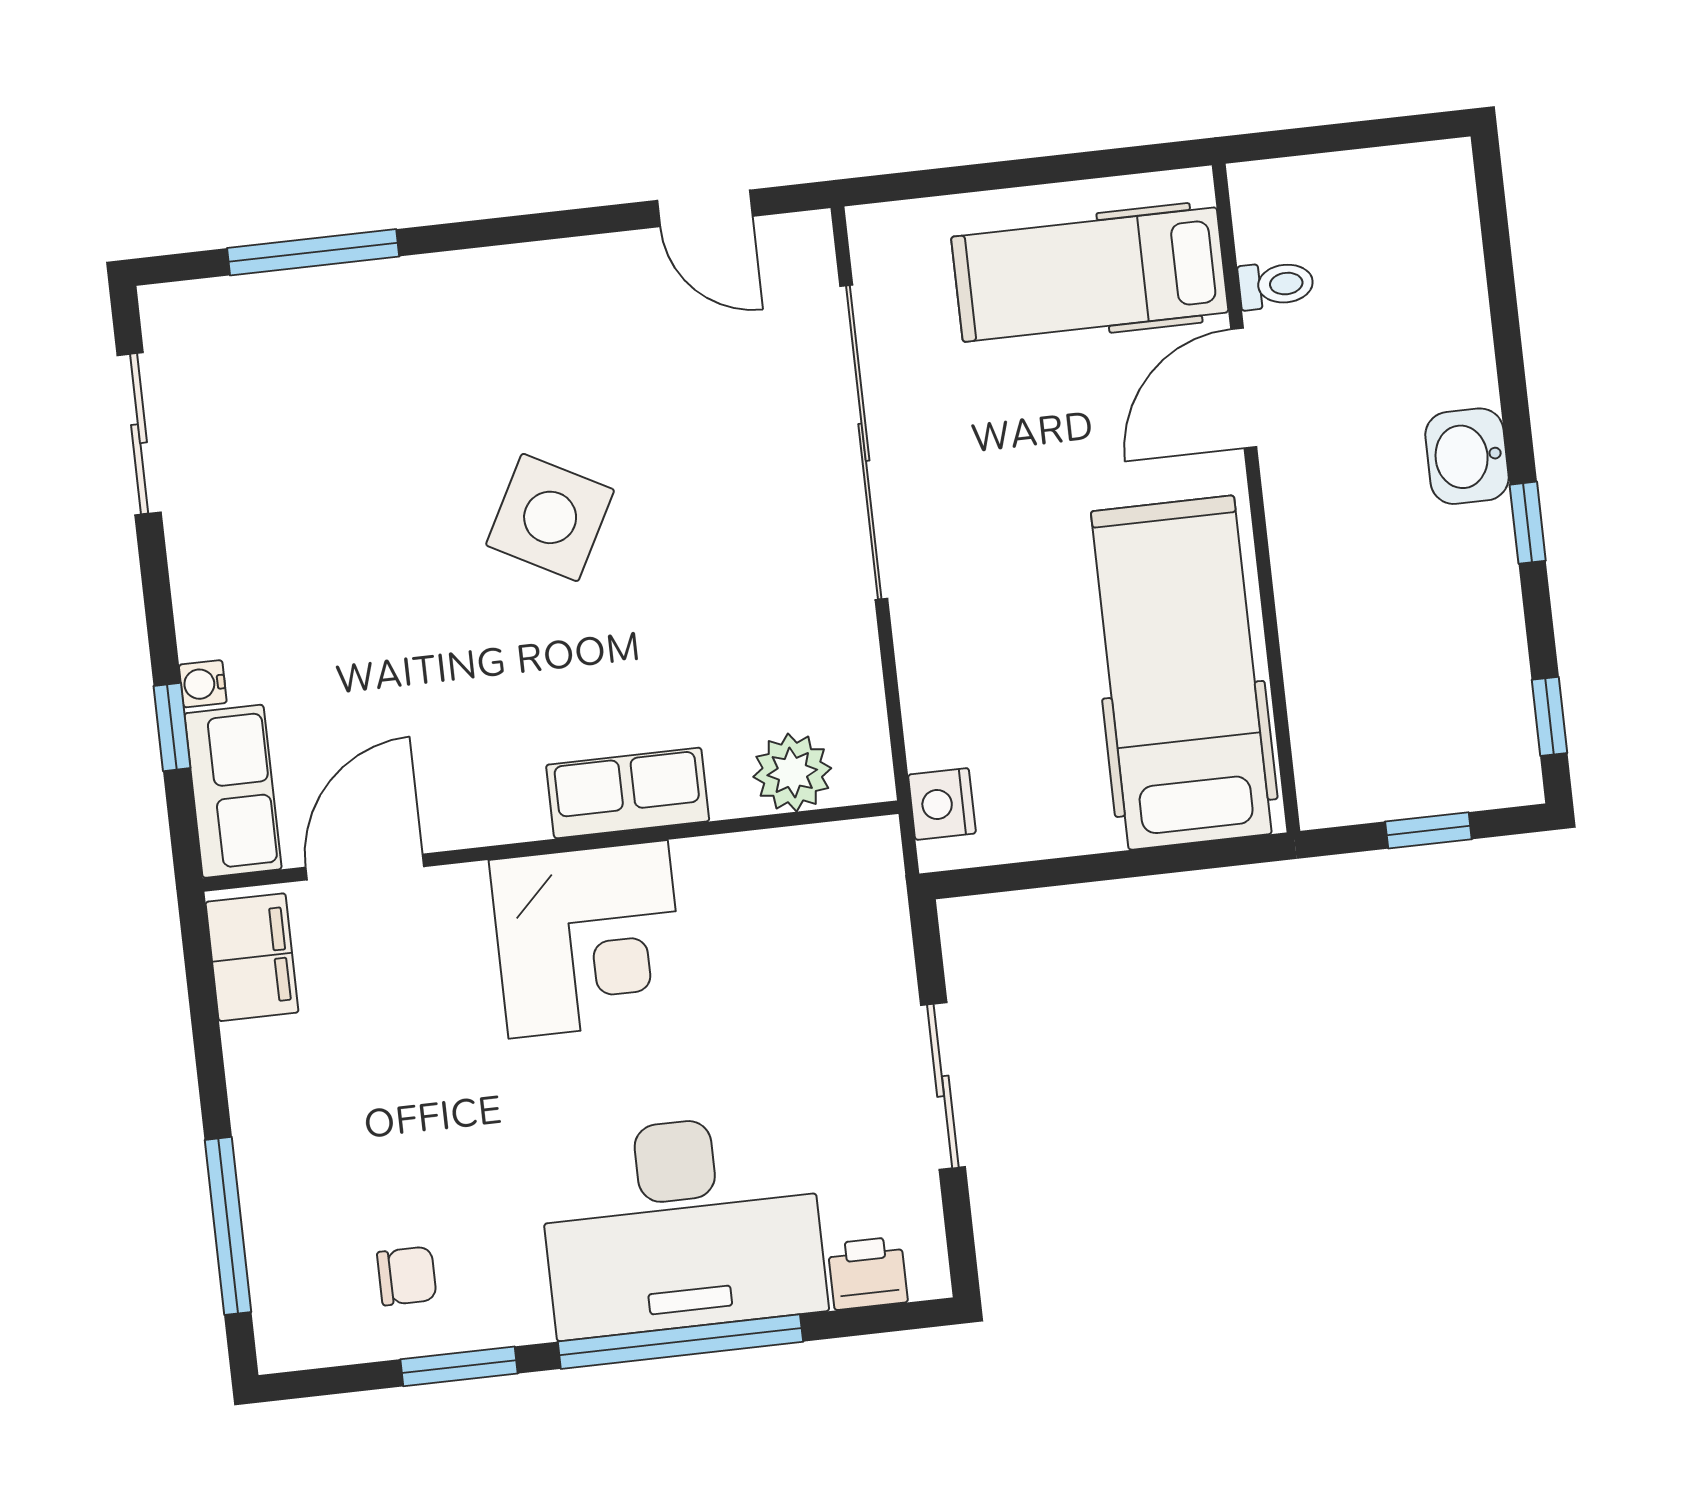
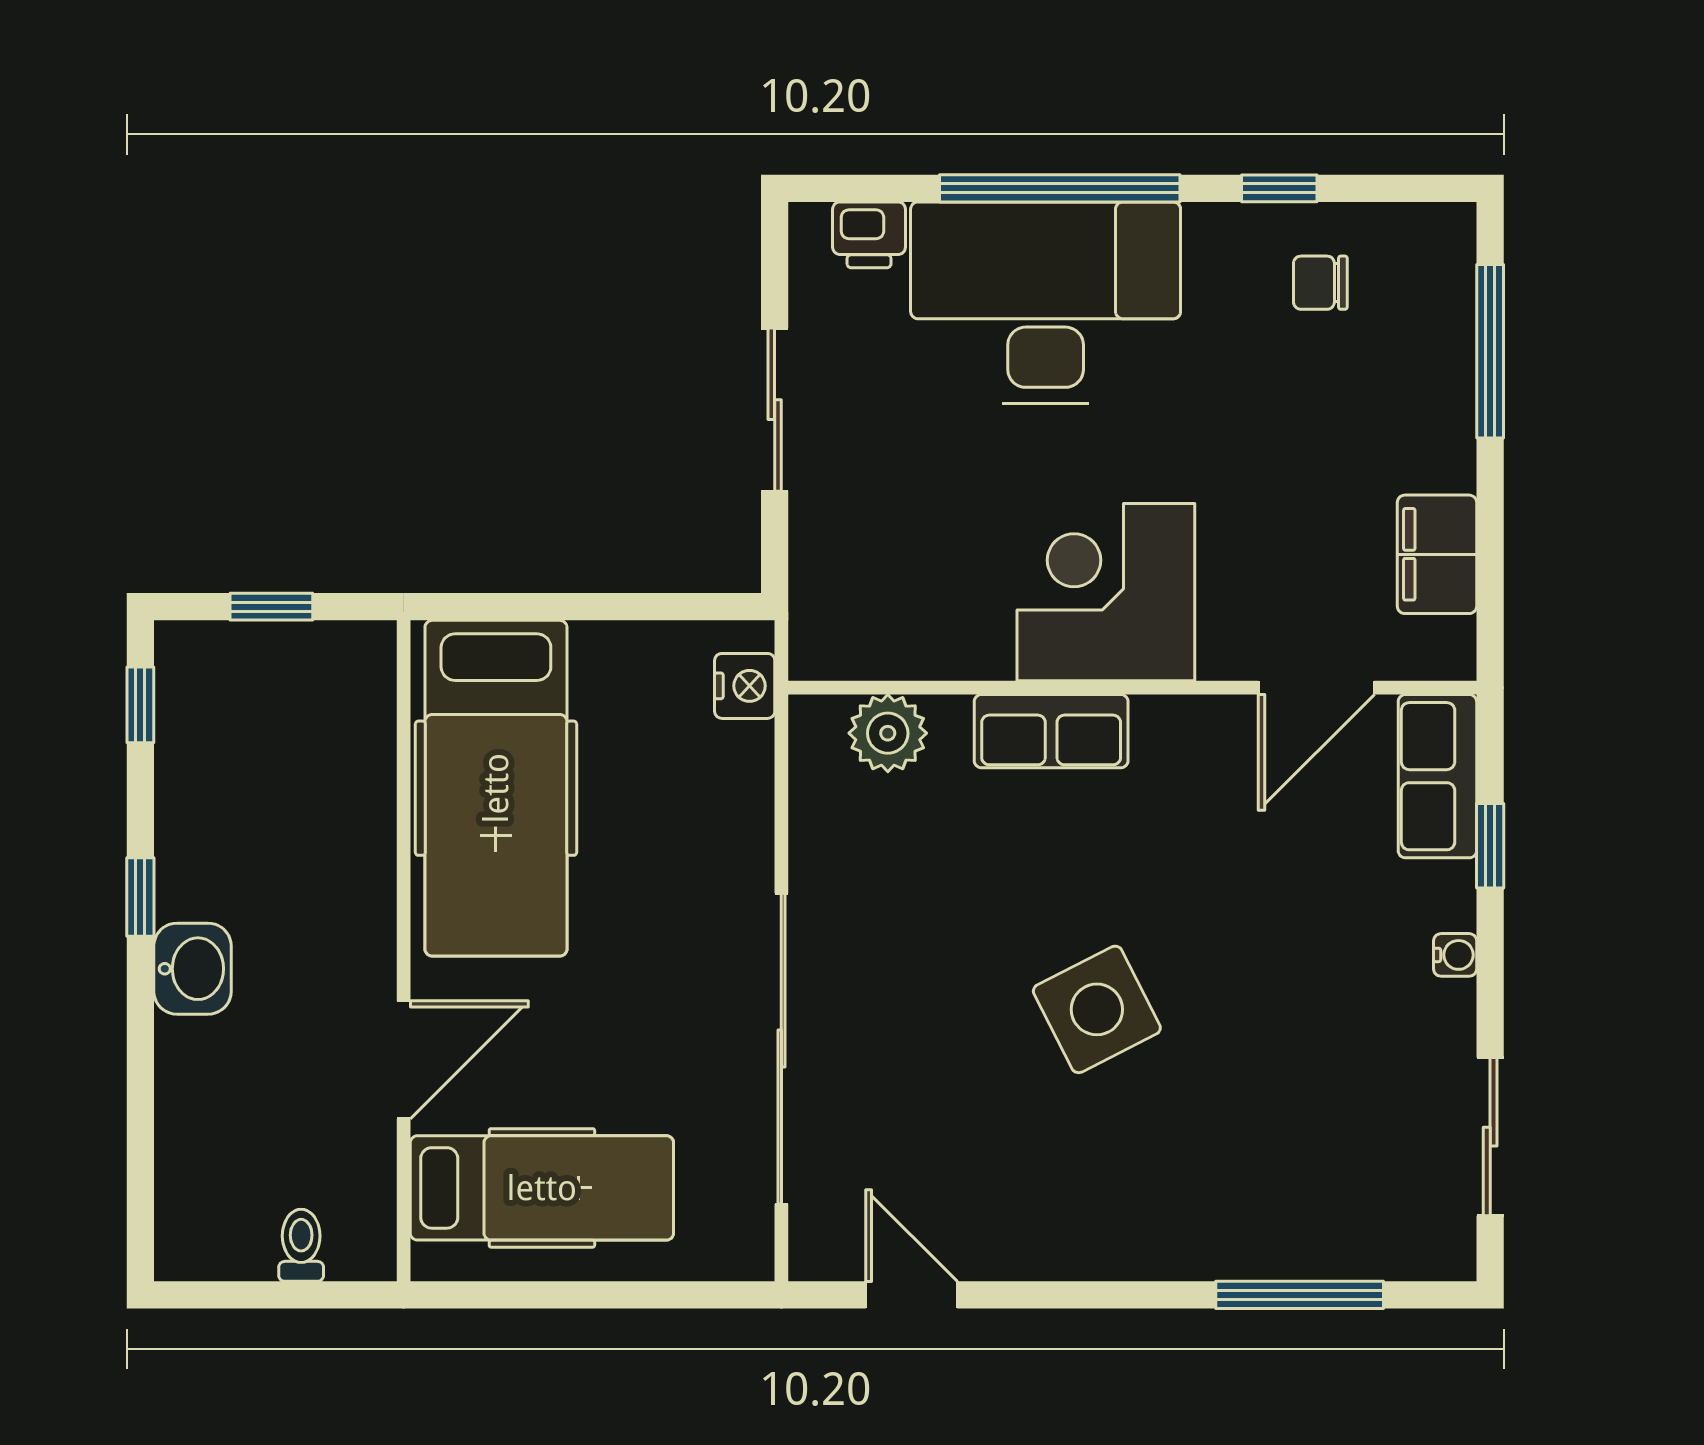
toilet: (1276, 285) -> (301, 1245), moved, turned 90
side table: (550, 517) -> (1097, 1009), turned 35
water cooler: (203, 684) -> (1455, 955), moved
filing cabinet: (252, 957) -> (1437, 554), moved
window: (459, 1366) -> (1279, 188), width x0.67

